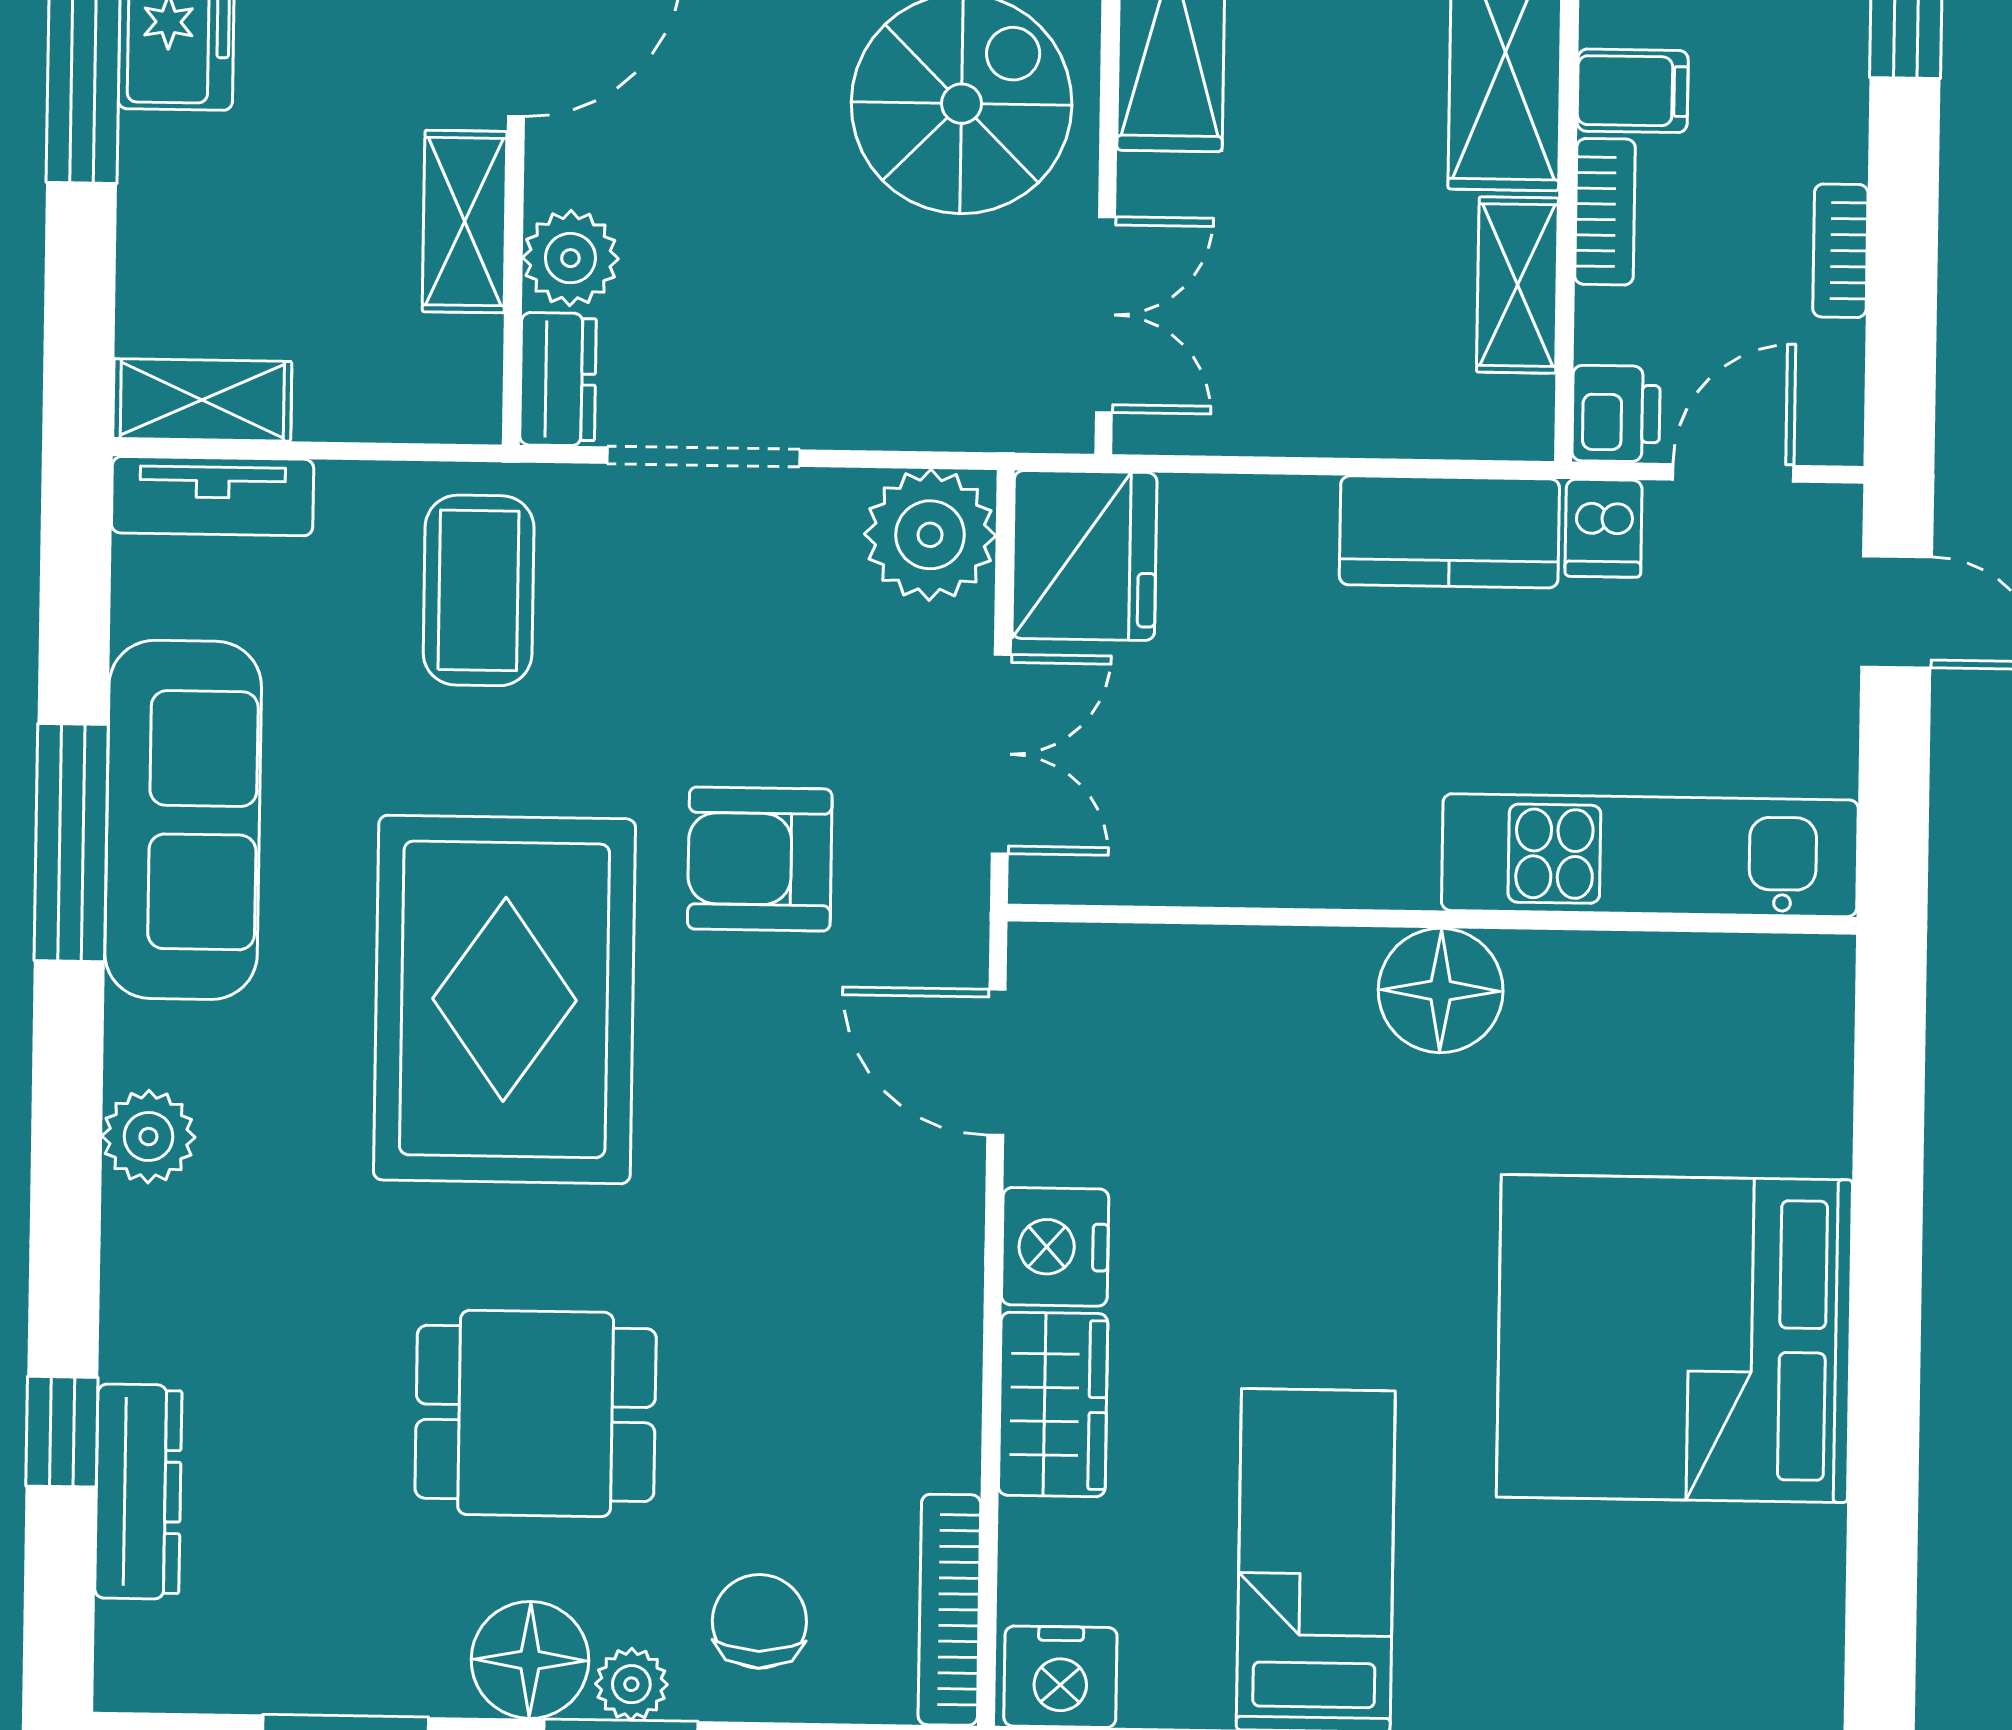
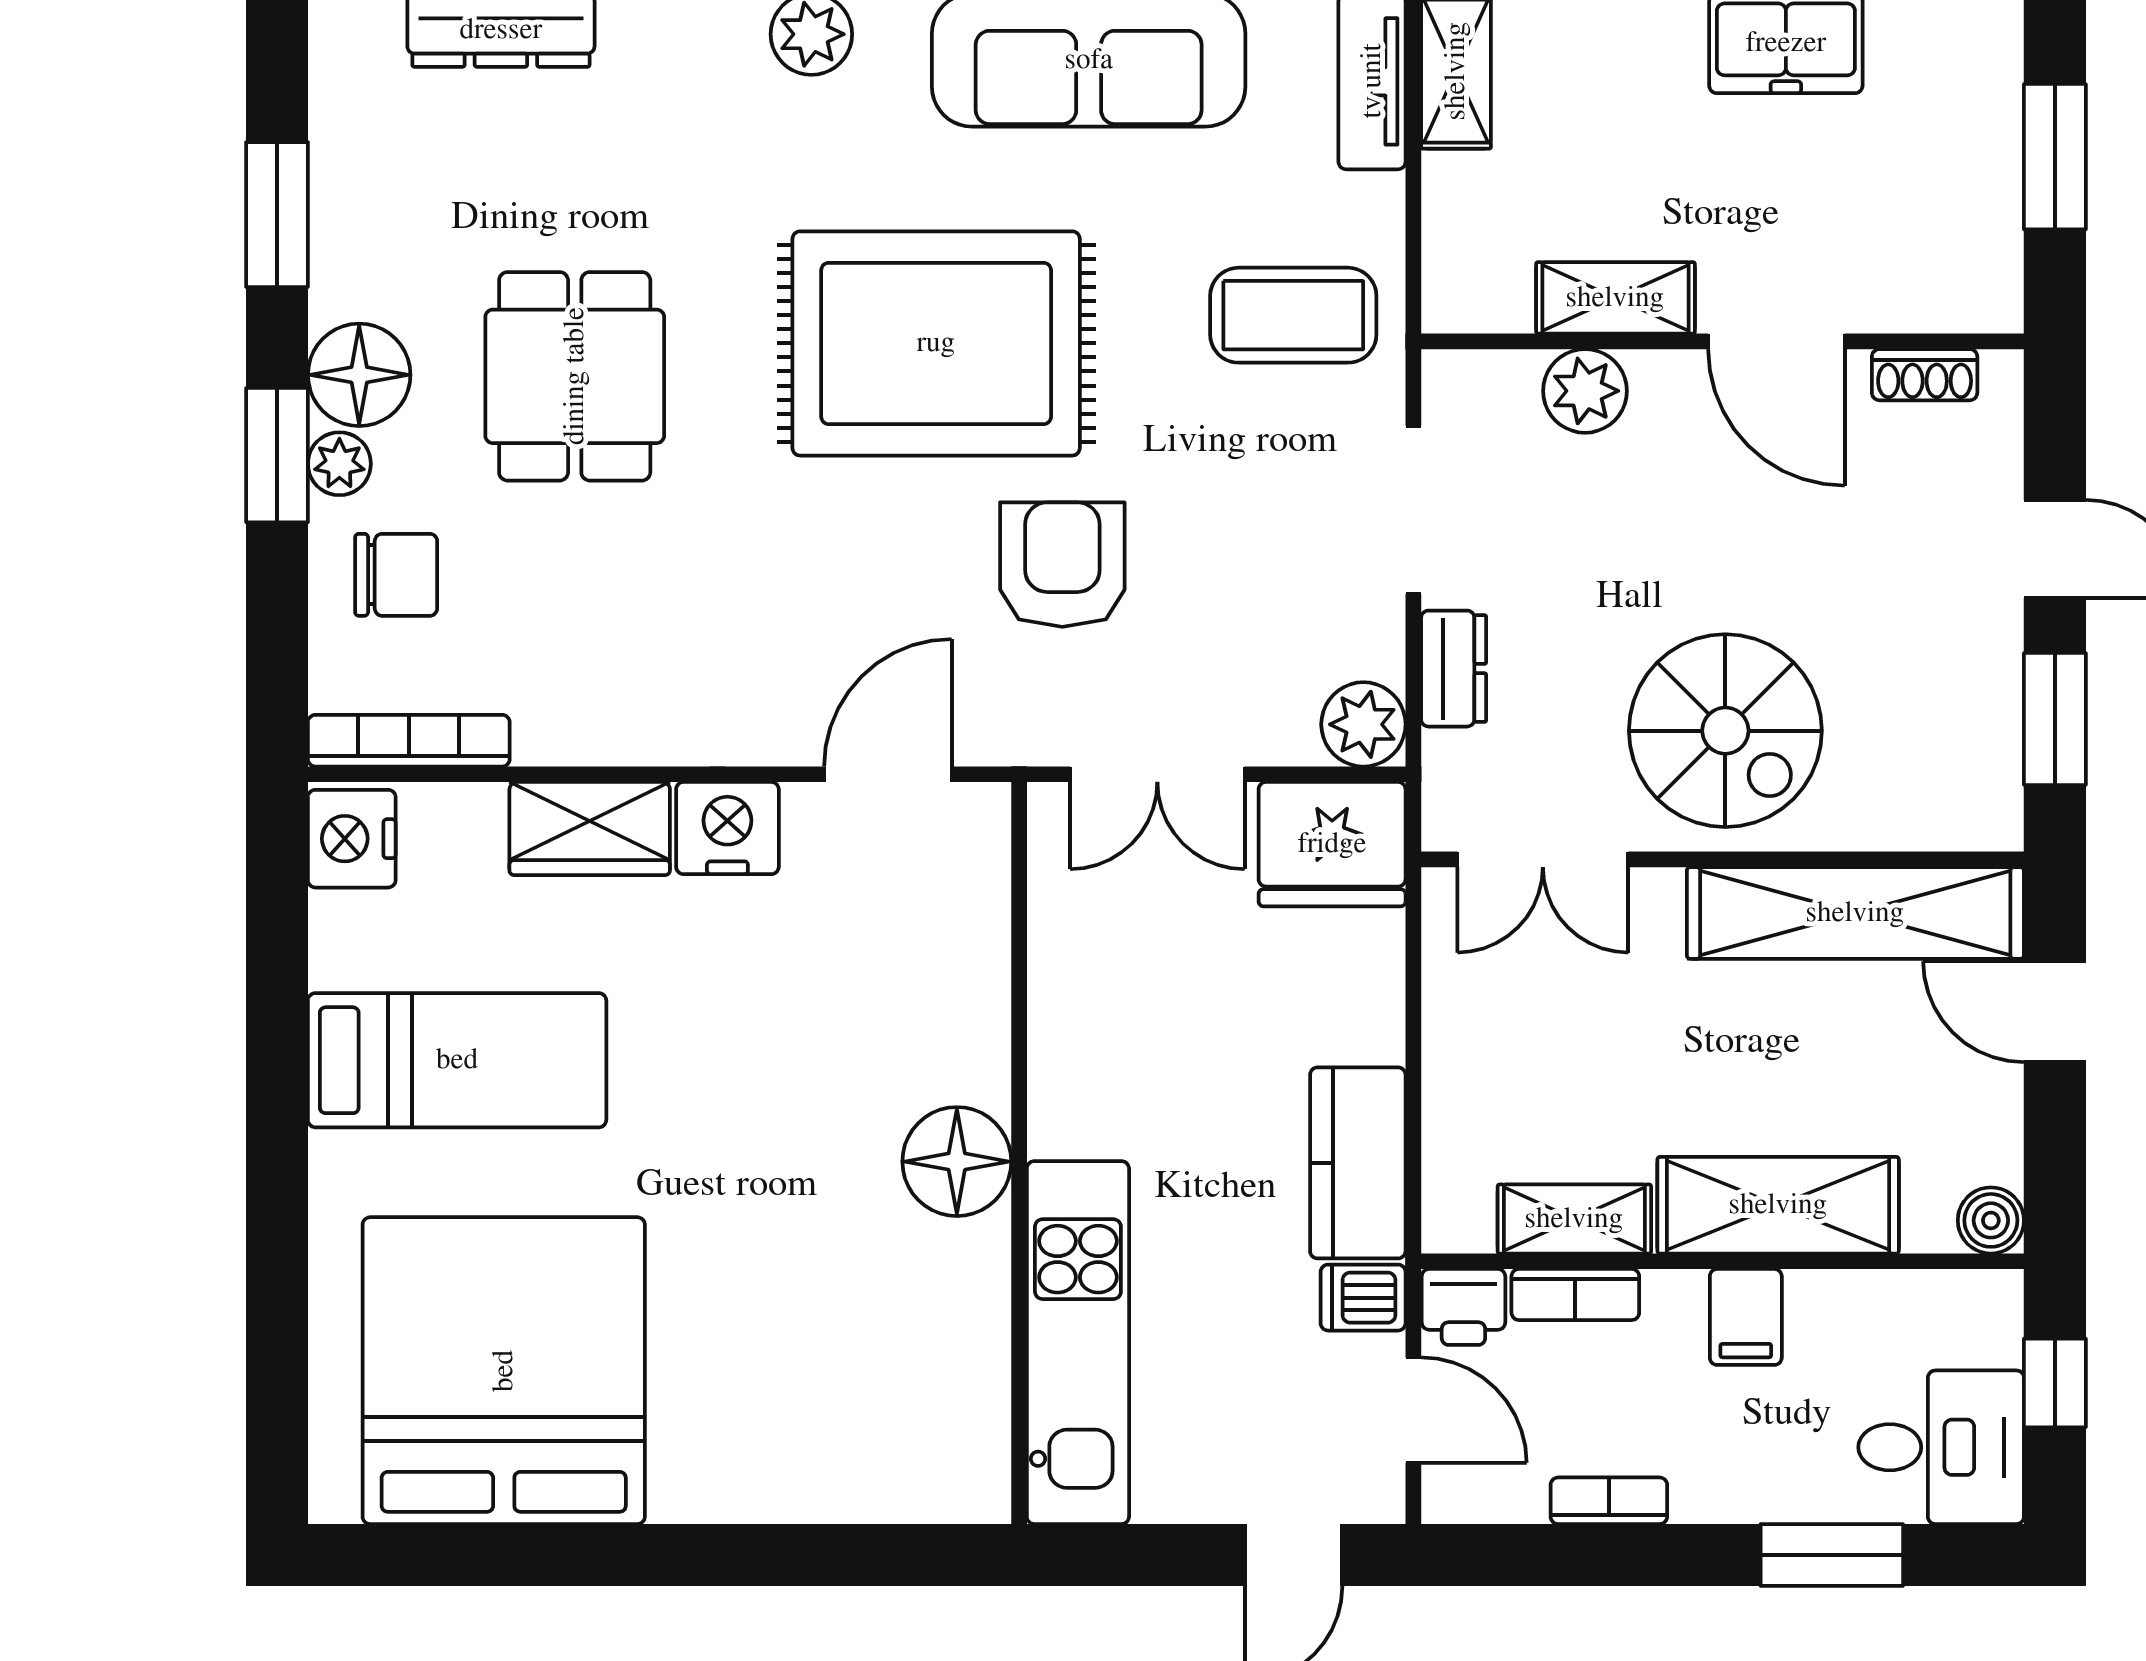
bookcase: (1605, 212) -> (1575, 1295), moved
dresser: (558, 379) -> (1454, 669), moved, turned -90
plant: (930, 535) -> (1363, 724), width x0.73, depth x0.73
bed: (1674, 1339) -> (504, 1371), moved

